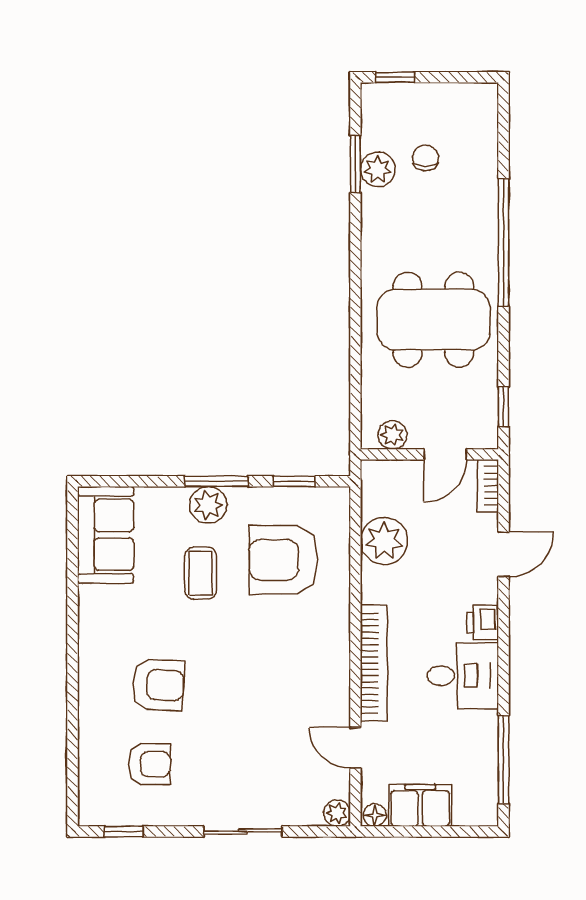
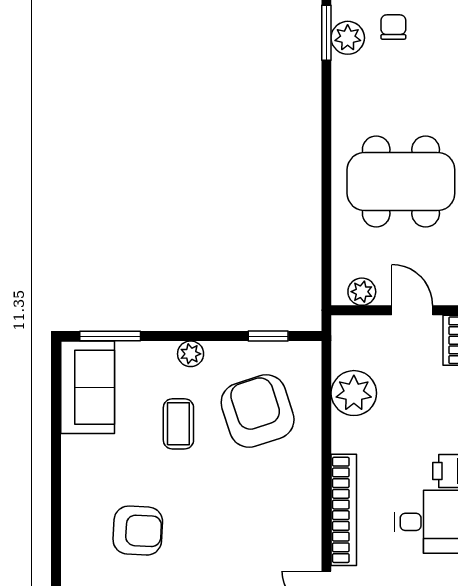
door: (445, 454) -> (412, 310), swing flipped
window: (216, 481) -> (110, 336), moved
plant: (208, 505) -> (191, 354), width x0.73, depth x0.73
armchair: (283, 560) -> (258, 411), turned 72

